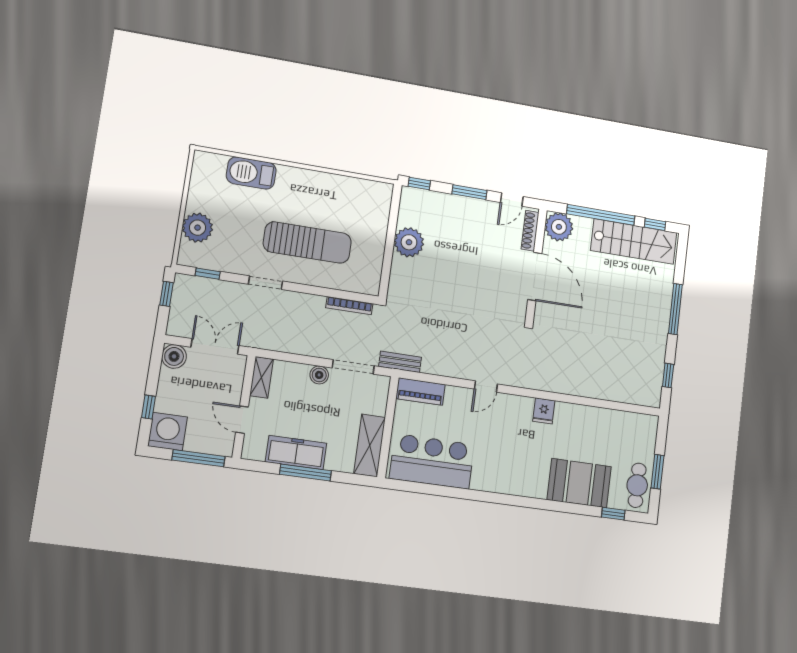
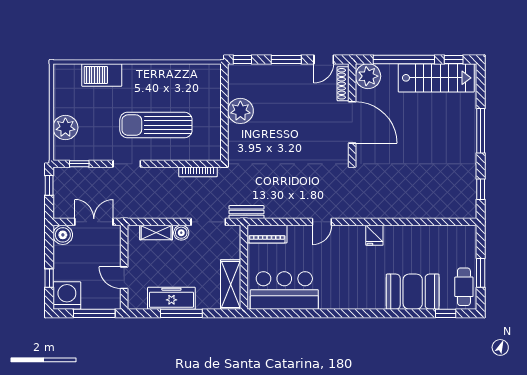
sun lounger: (307, 243) -> (156, 125), turned 180
shelving: (262, 377) -> (156, 233), moved, turned 90

